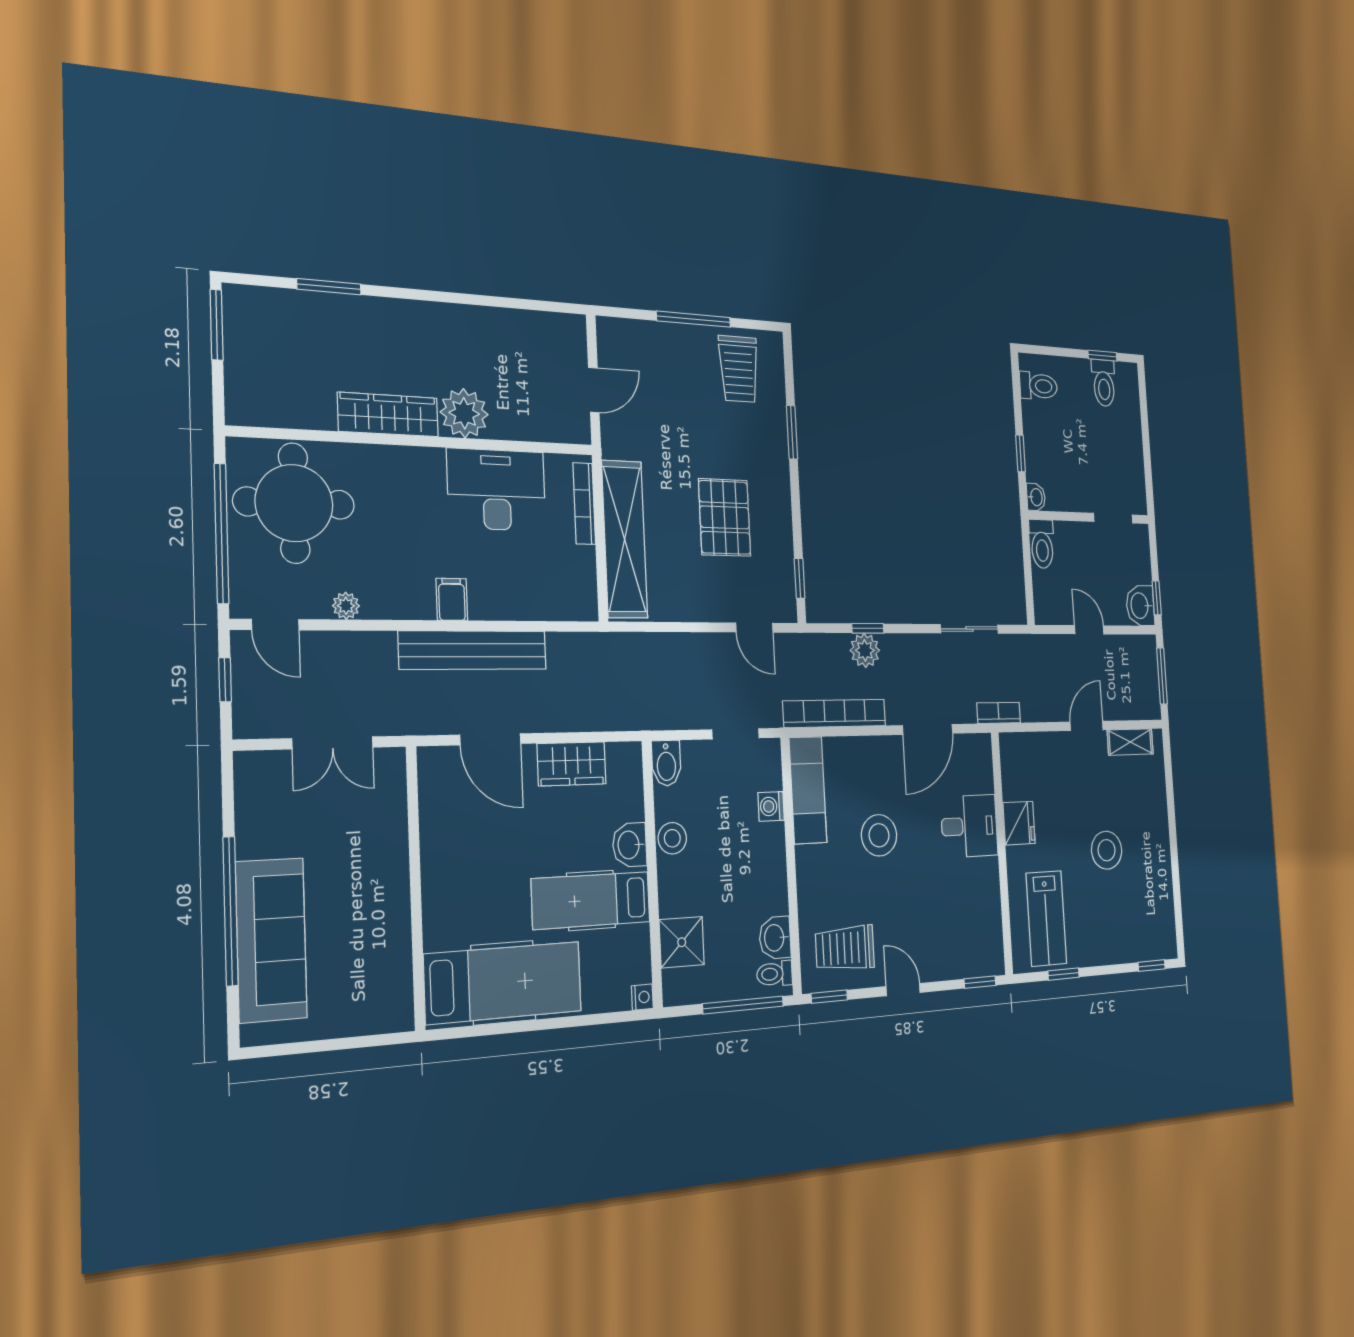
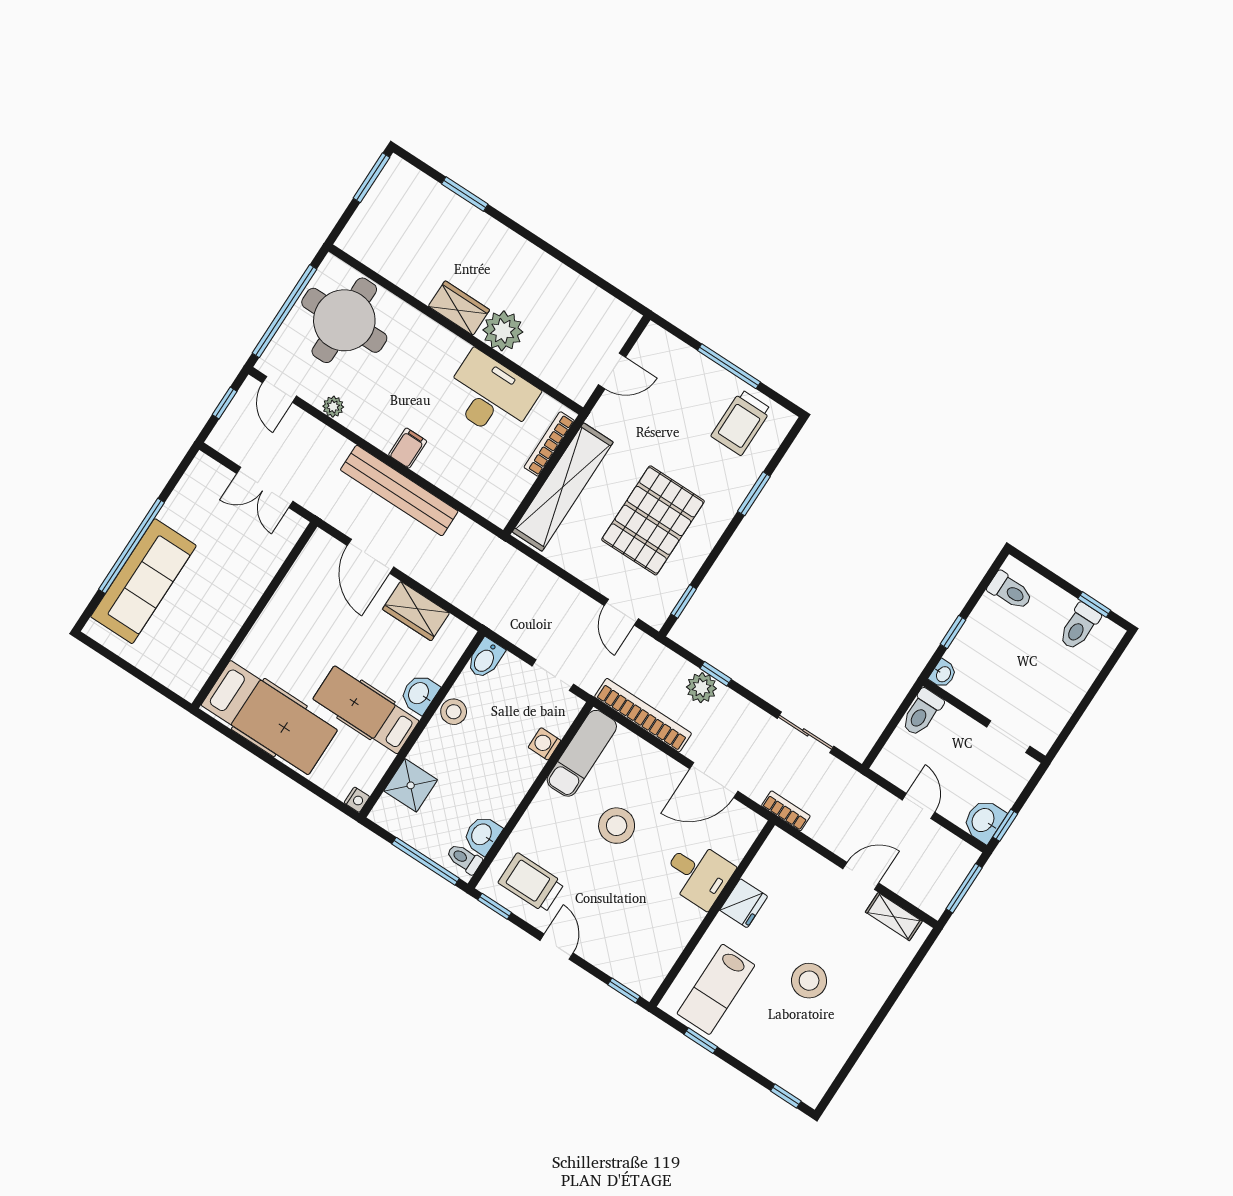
wardrobe: (388, 415) -> (459, 308), width x0.67
pallet: (725, 517) -> (653, 520), width x1.37, depth x1.41

